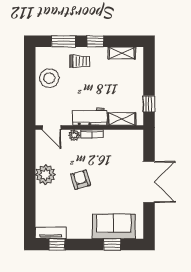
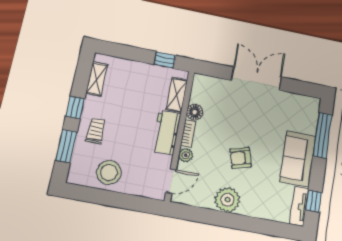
floor lamp: (111, 136) -> (195, 112), added
sofa: (114, 227) -> (298, 159), moved
window: (112, 245) -> (323, 135), width x2.17

